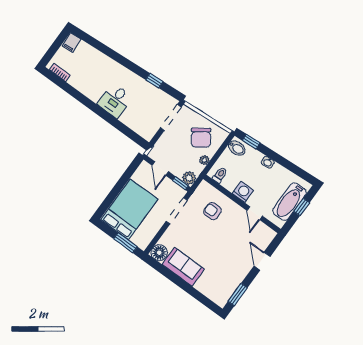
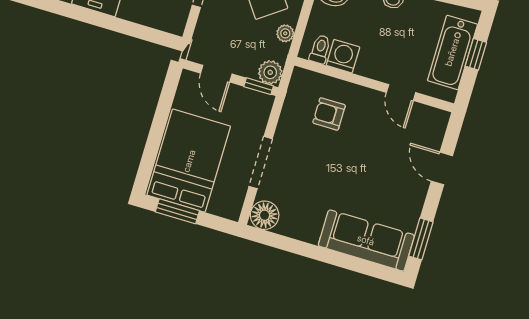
washing machine: (243, 192) -> (343, 56), moved
doorway: (177, 211) -> (261, 163), moved
window: (125, 243) -> (177, 211), moved
sofa: (183, 267) -> (366, 240), moved, width x1.36

